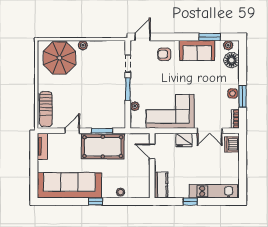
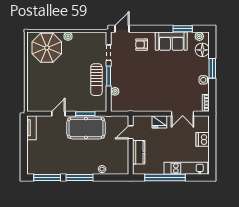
window: (243, 96) -> (212, 68), moved
sun lounger: (46, 109) -> (96, 80), moved
corner sofa: (170, 111) -> (147, 96), removed
dishwasher: (232, 144) -> (203, 139), moved
door: (152, 151) -> (131, 132), hinge flipped
sofa: (69, 185) -> (56, 163), removed
kitchen counter: (161, 185) -> (139, 152), moved
window: (60, 201) -> (47, 178), added
window: (96, 201) -> (79, 178), width x2.17
window: (190, 201) -> (165, 178), width x3.17

